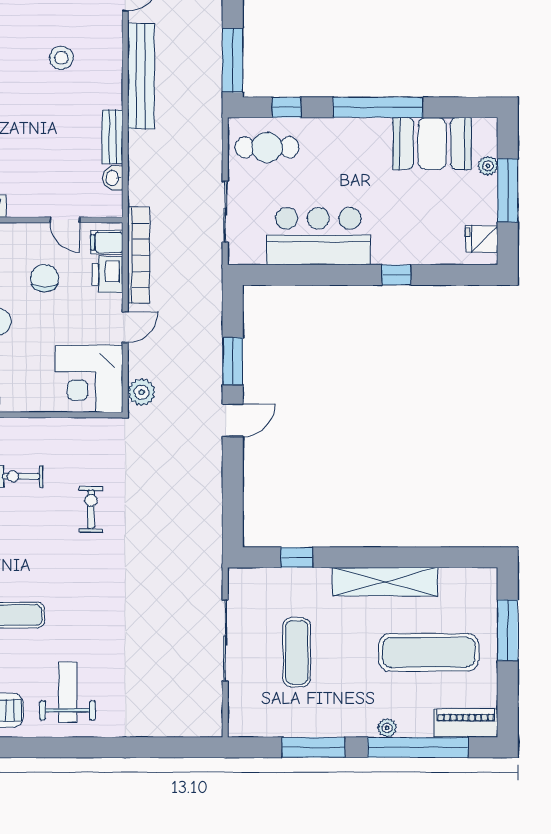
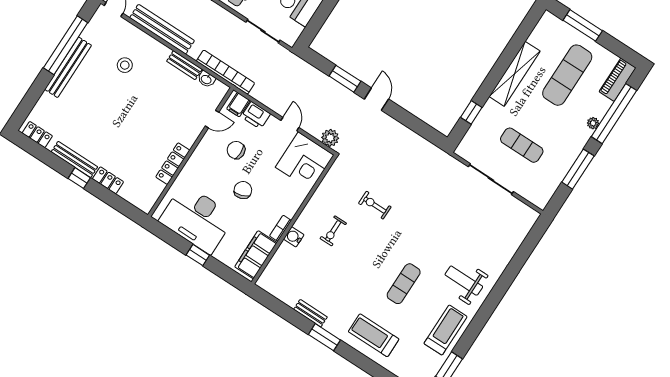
bookcase: (139, 255) -> (225, 72), moved

